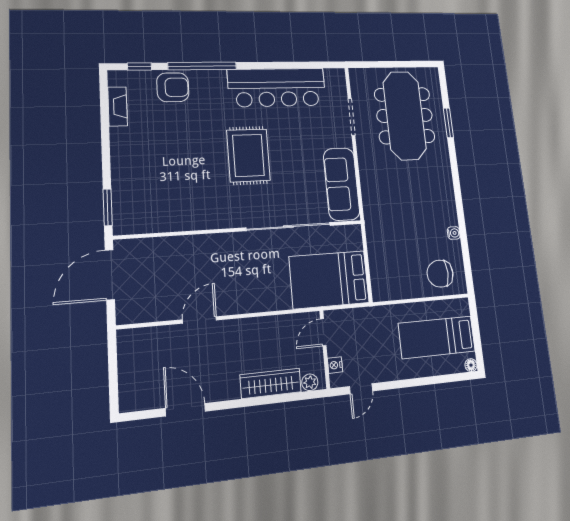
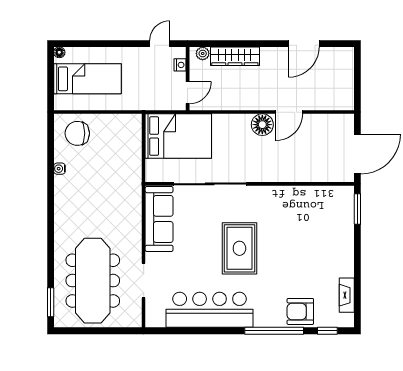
window: (448, 123) -> (51, 302), moved
chair: (440, 274) -> (77, 133), turned 180
floor lamp: (231, 302) -> (262, 125), added
door: (185, 410) -> (304, 44), hinge flipped

